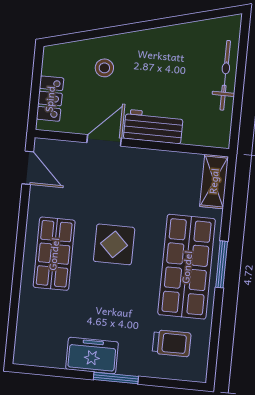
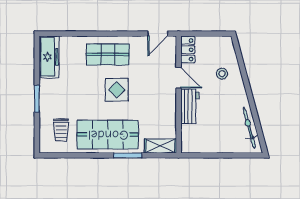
bicycle: (225, 75) -> (249, 128), moved, turned -105
locker: (50, 99) -> (188, 50), moved, turned -90
window: (222, 264) -> (128, 155), moved
freezer: (92, 356) -> (49, 57), moved, width x1.40

